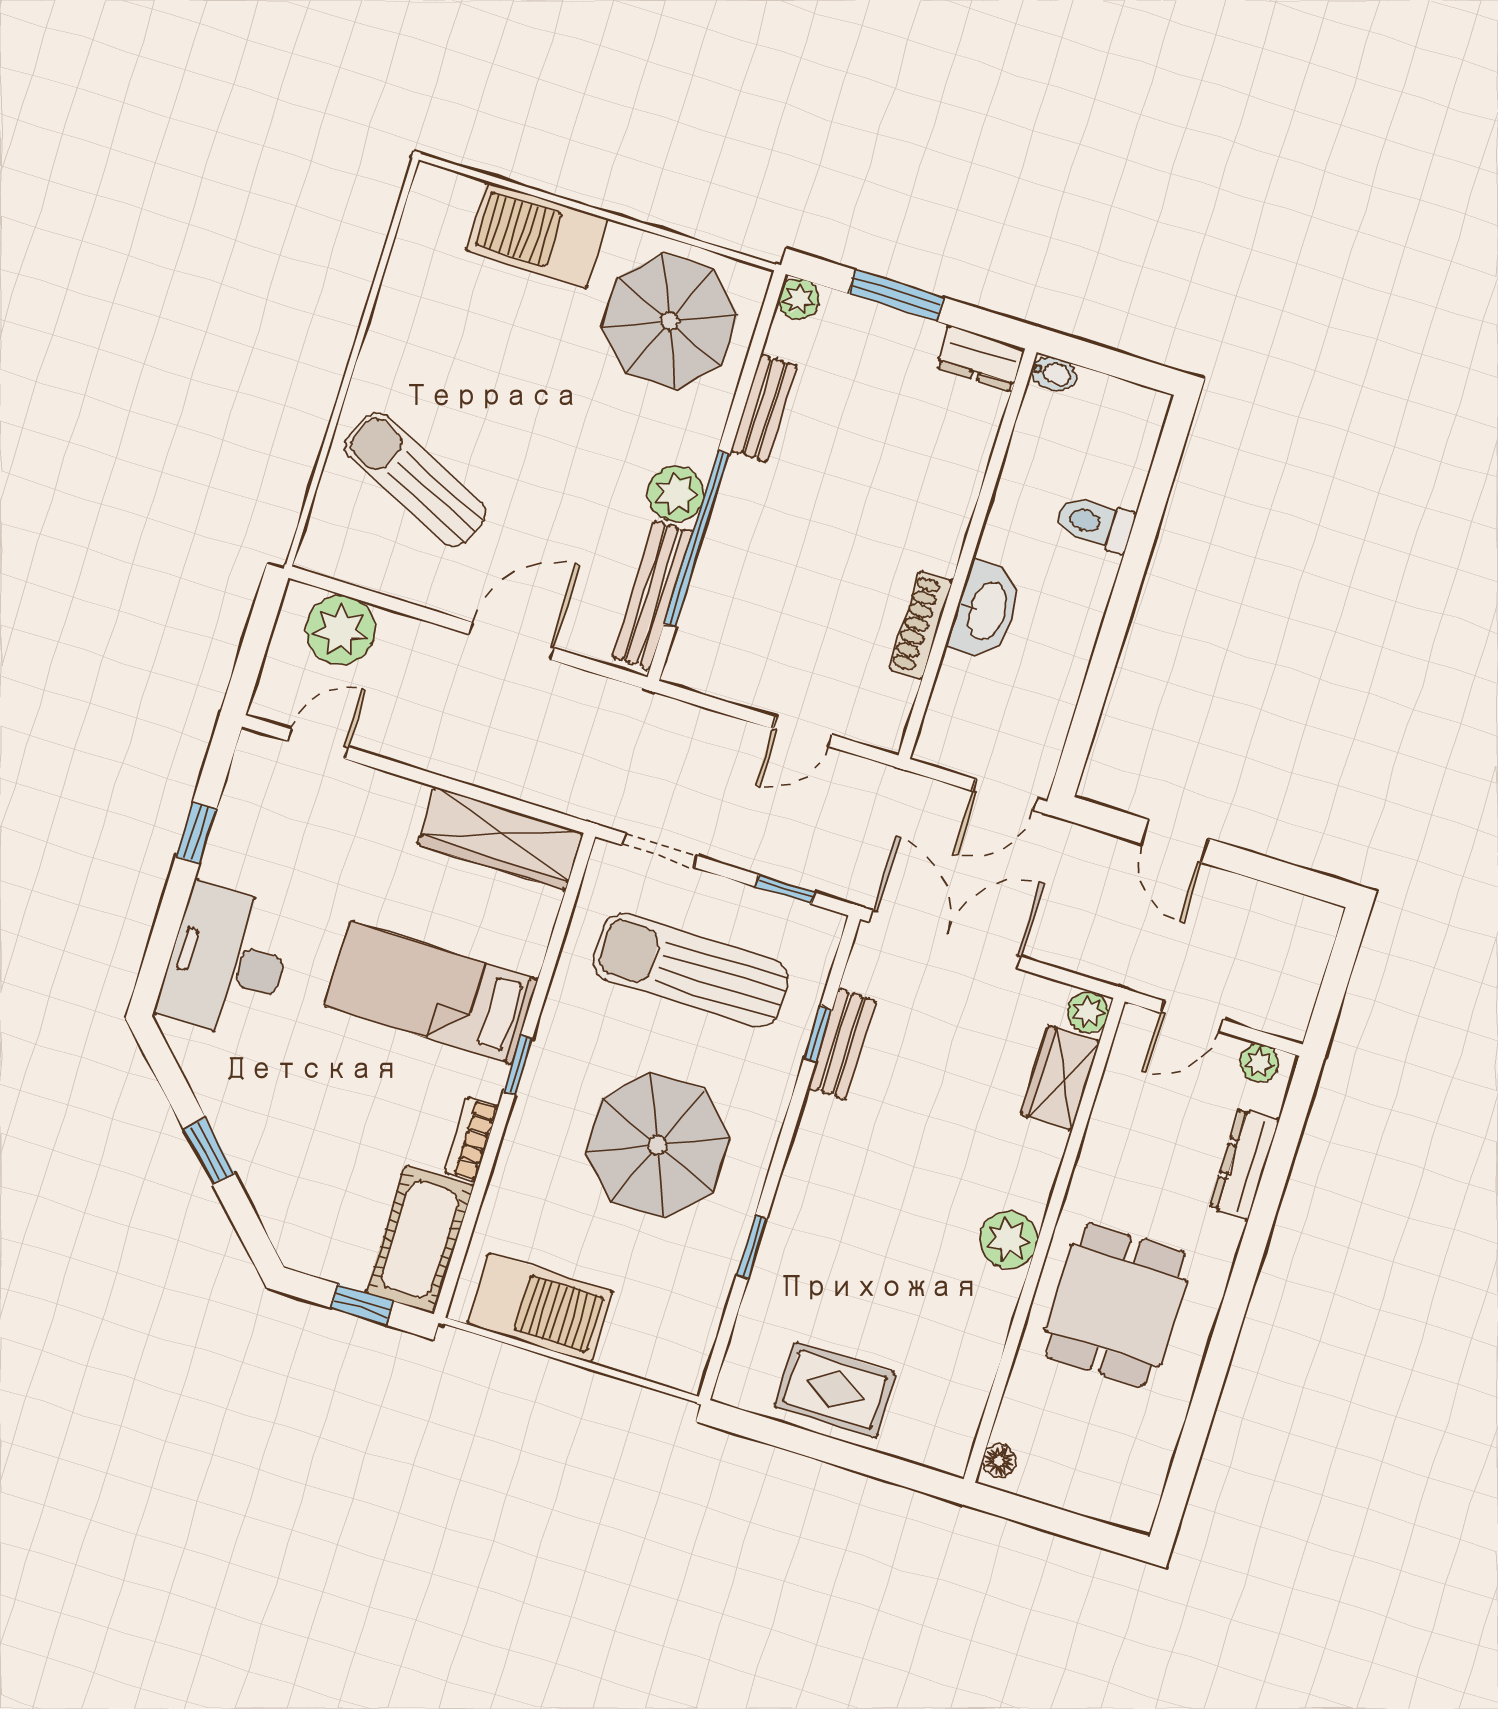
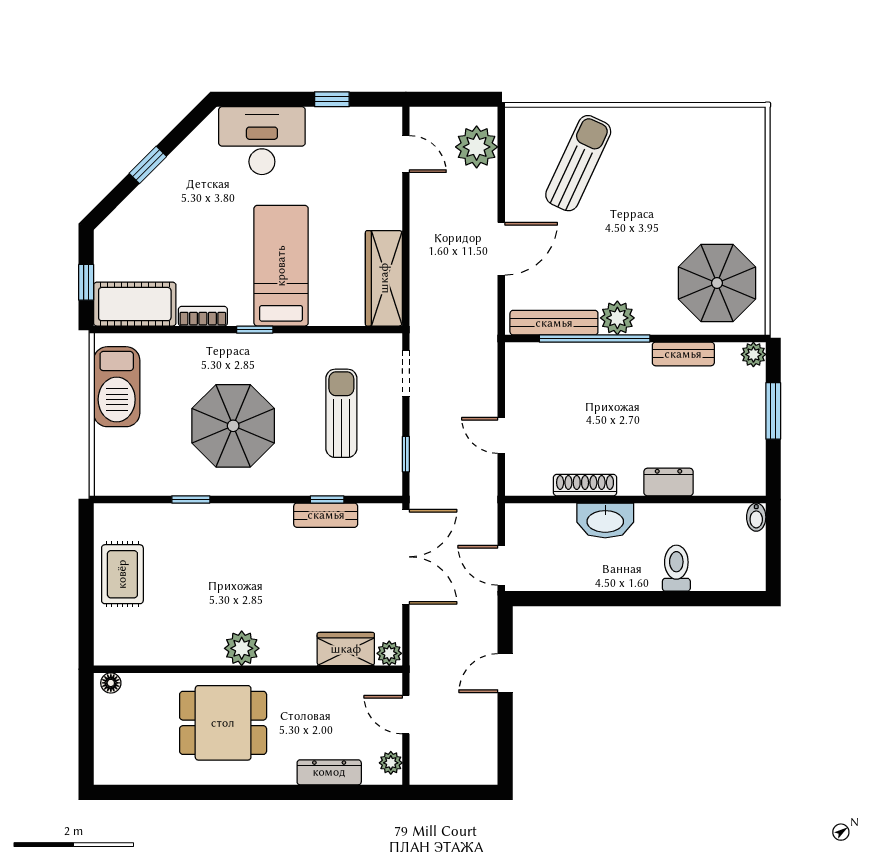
barbecue: (537, 235) -> (743, 189), removed
dresser: (980, 358) -> (669, 482), moved, turned 90
door: (512, 641) -> (501, 249), hinge flipped
sun lounger: (691, 970) -> (341, 413), width x0.73, depth x0.75

